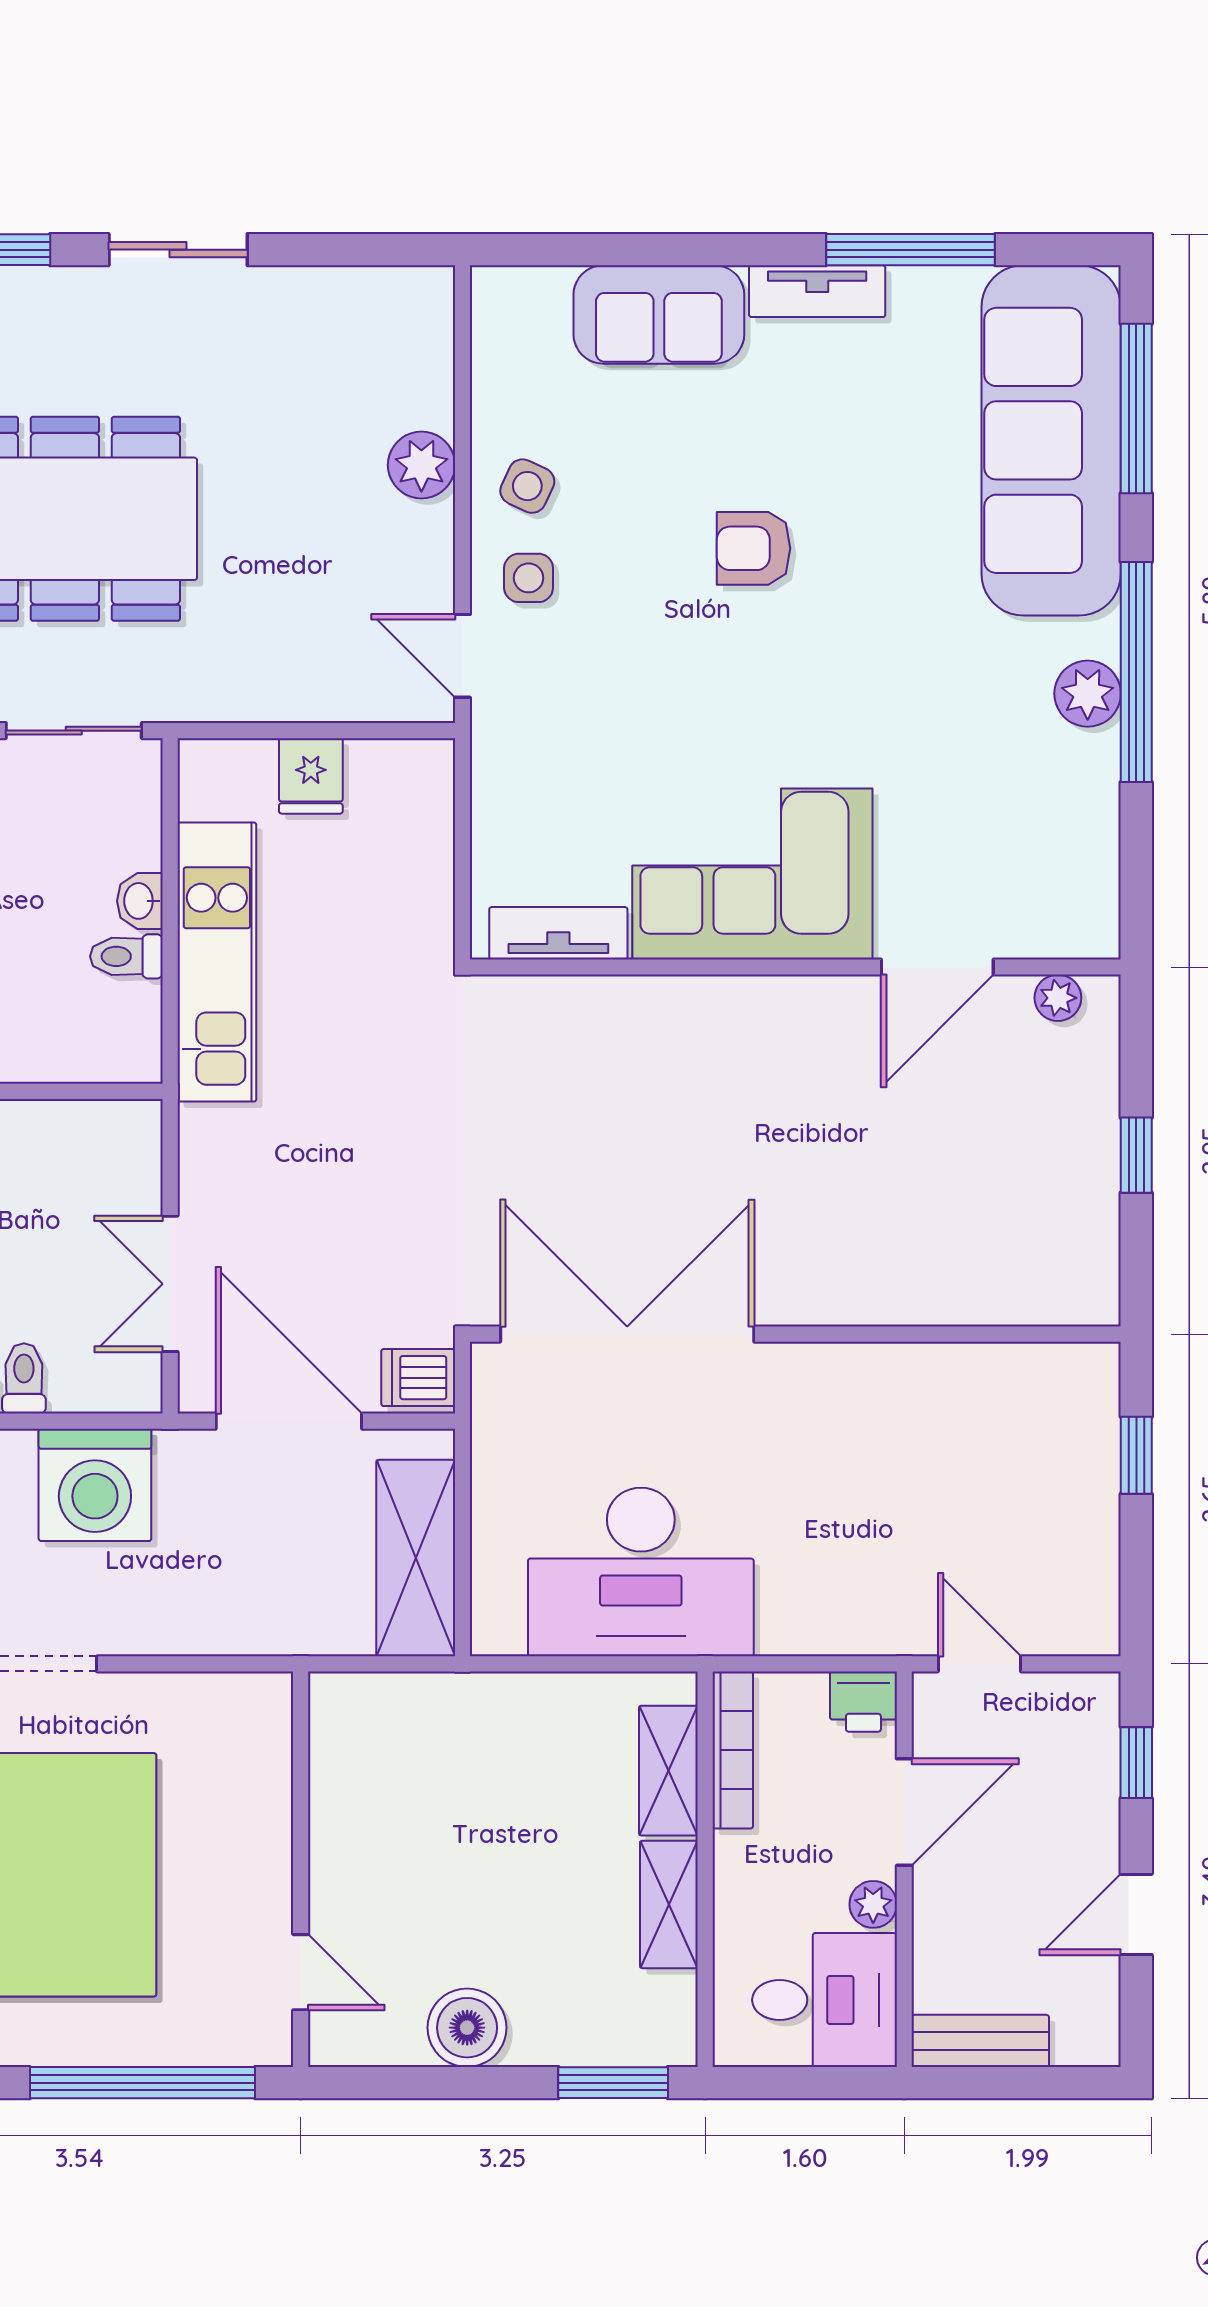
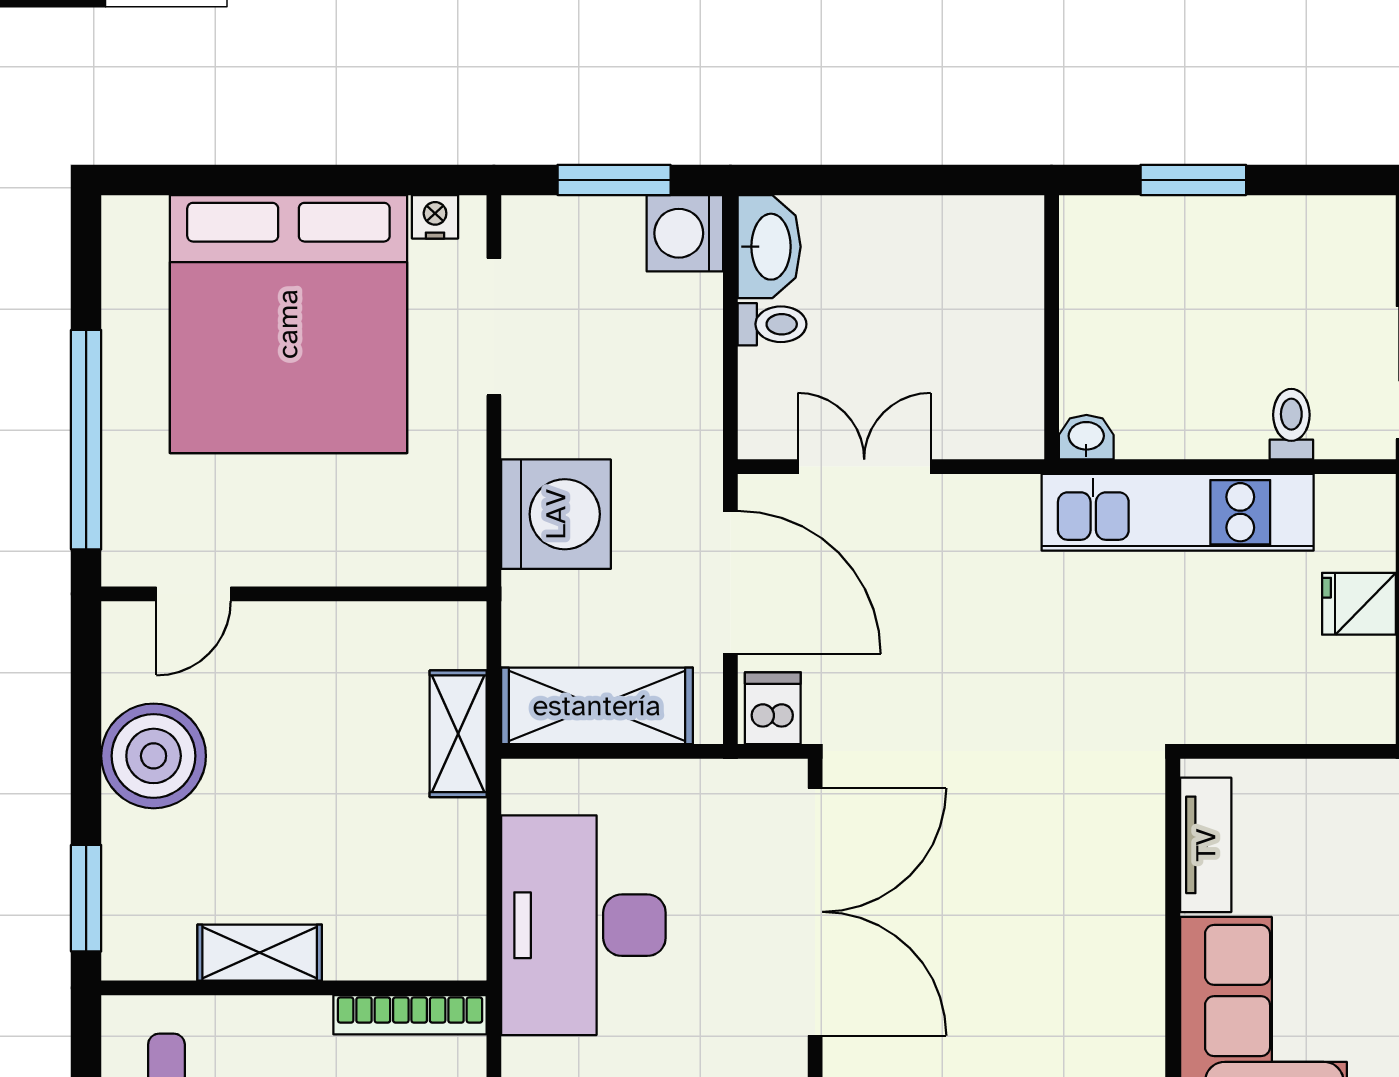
washbasin: (140, 901) -> (1086, 437), moved
toilet: (126, 956) -> (1291, 424), moved
door: (289, 1421) -> (730, 582), hinge flipped
washing machine: (95, 1485) -> (556, 514), moved, turned 180
shelving: (668, 1771) -> (458, 734), moved, turned 90
boiler: (467, 2028) -> (154, 756), width x1.37, depth x1.37

